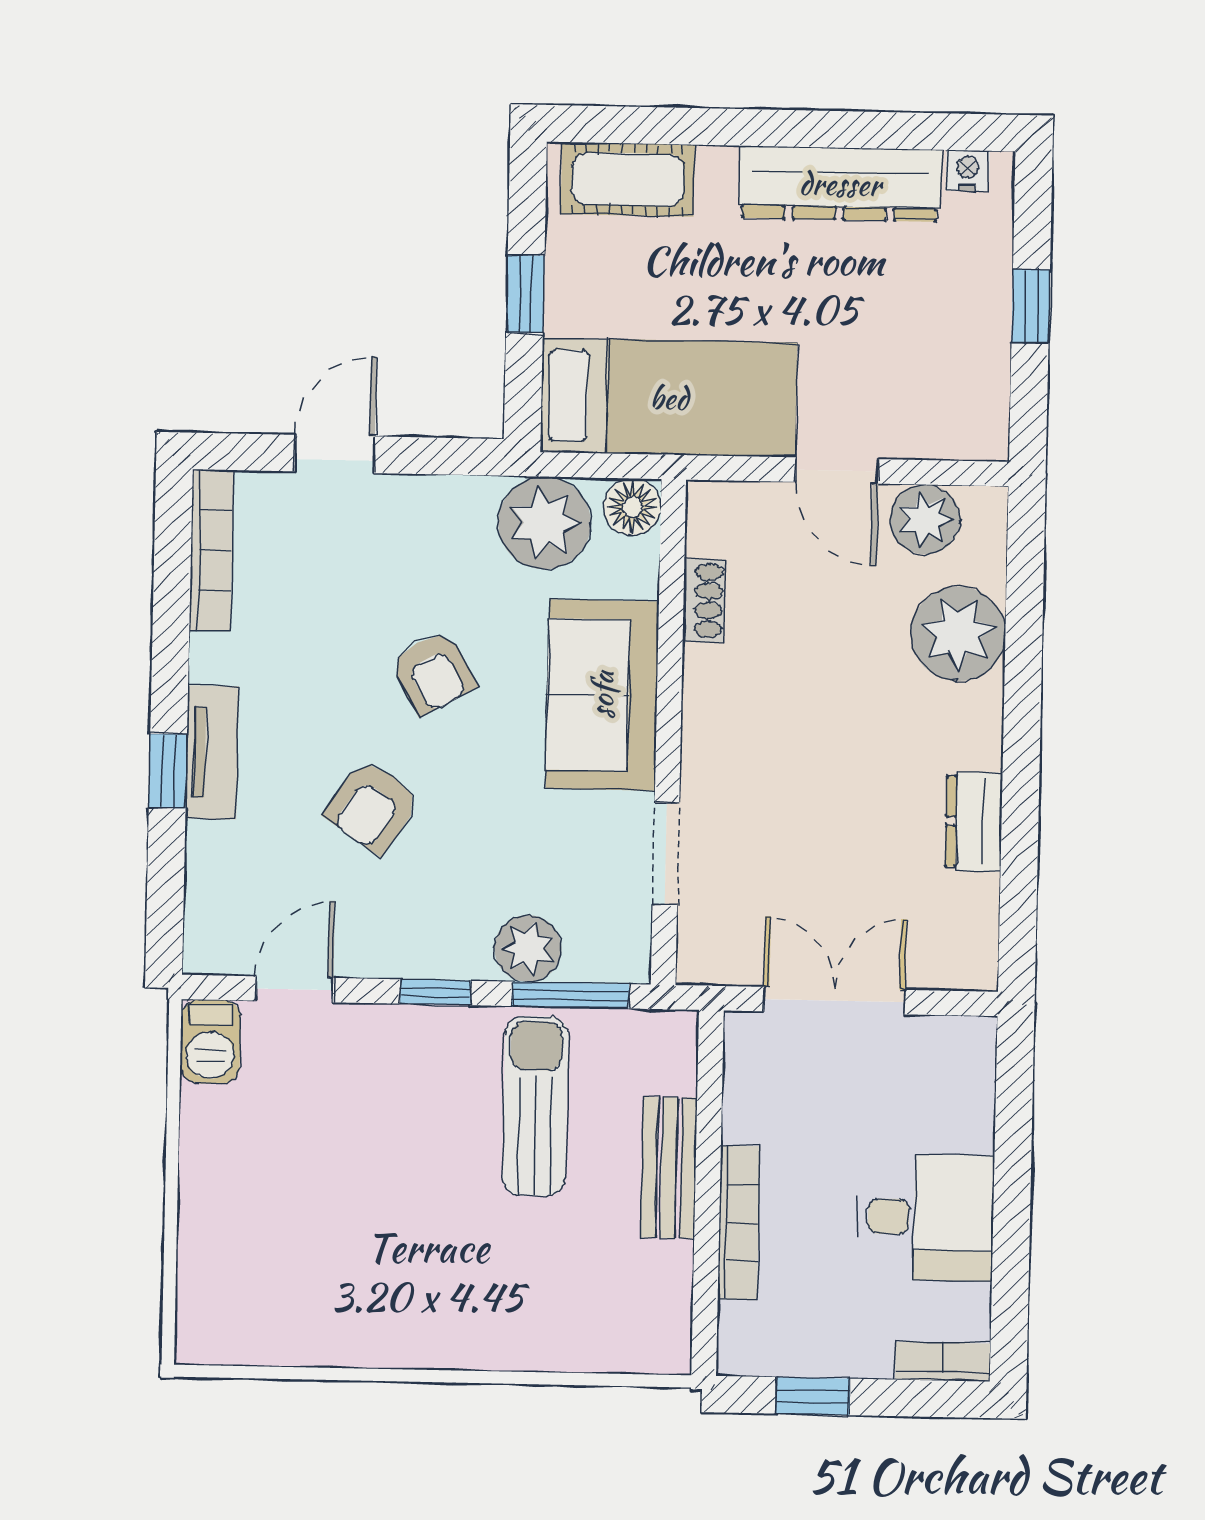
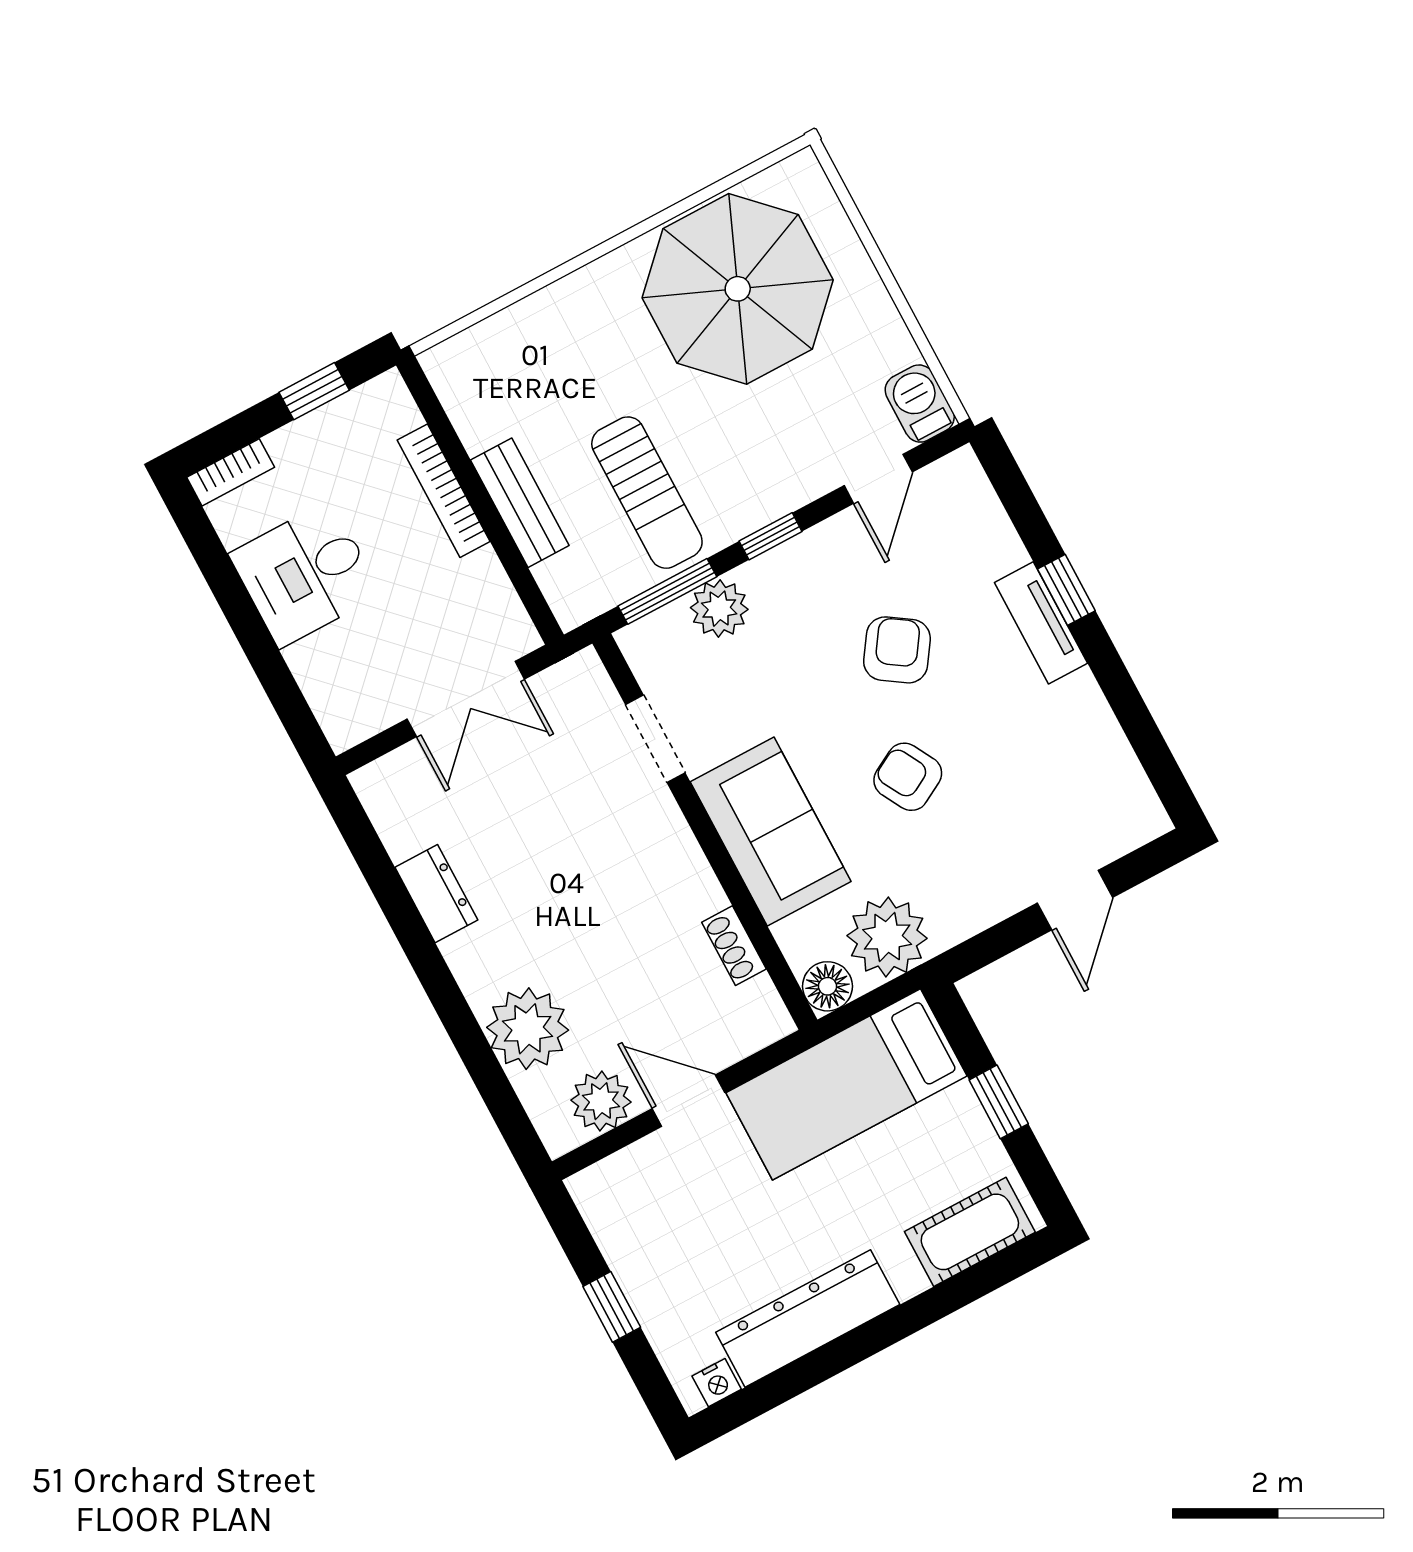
bookcase: (211, 550) -> (1127, 775), removed
parasol: (329, 1260) -> (738, 289), added

